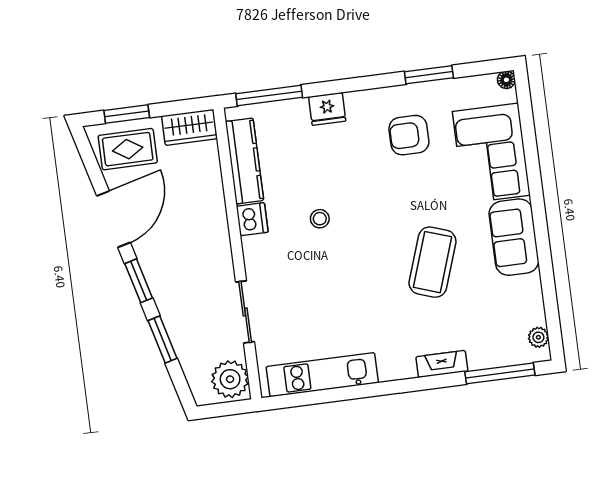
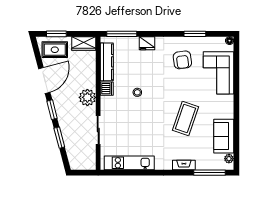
armchair: (409, 135) -> (182, 60), turned -97
sofa: (514, 237) -> (224, 136), moved
plant: (230, 379) -> (87, 97), moved

